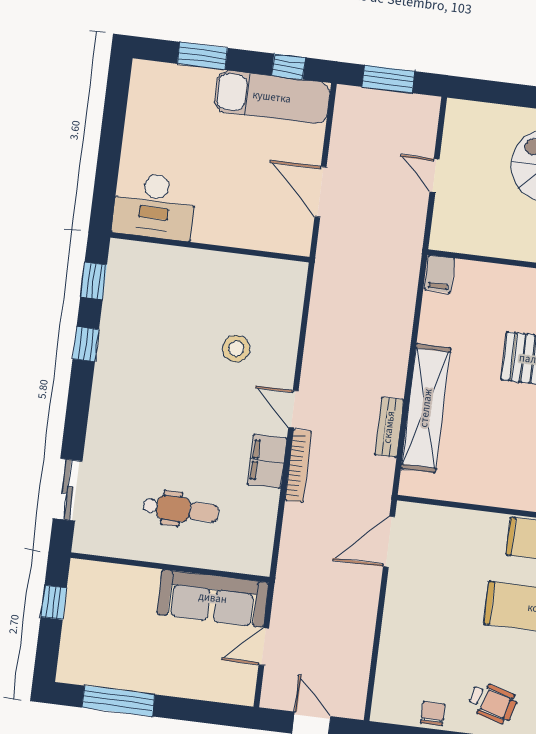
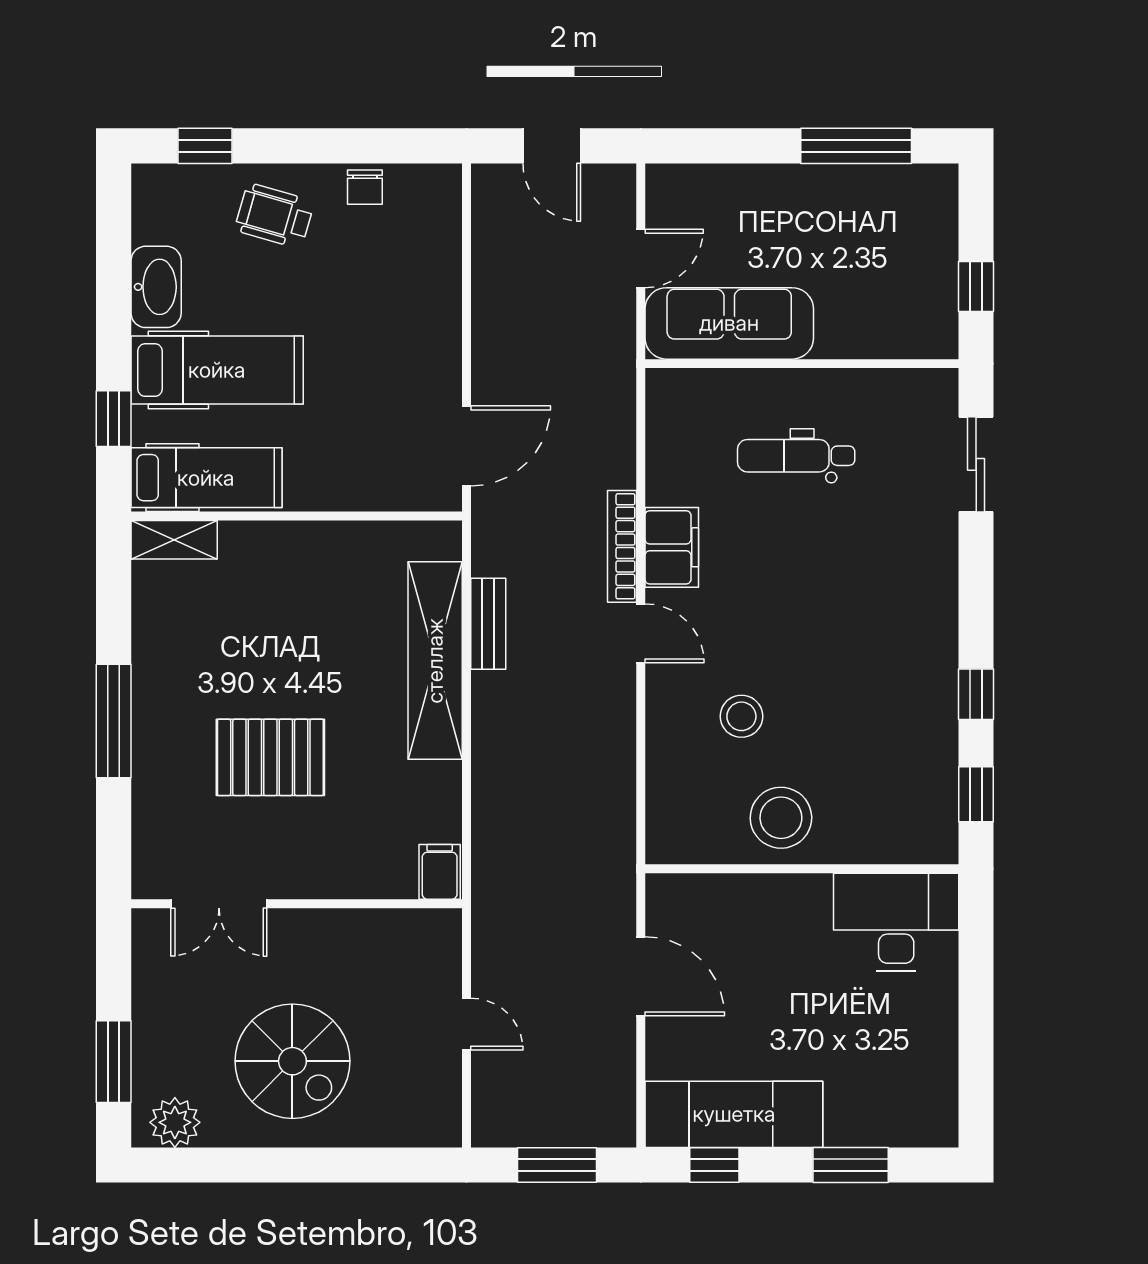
stool: (219, 281) -> (781, 818), added

